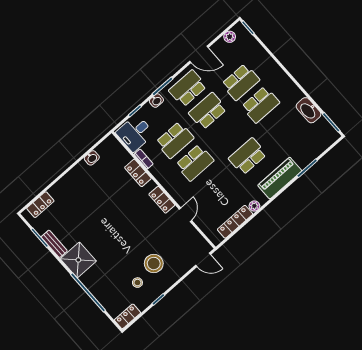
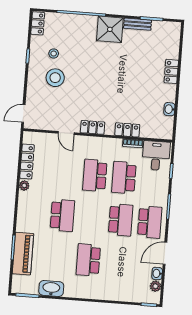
school desk: (241, 82) -> (117, 262), removed
washbasin: (156, 101) -> (157, 273), moved
piano: (280, 178) -> (23, 254), moved
locker: (40, 205) -> (171, 71), moved

